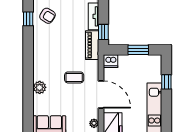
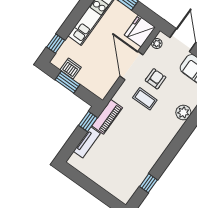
armchair: (47, 16) -> (156, 79), moved, turned 58
dishwasher: (111, 61) -> (71, 69), moved
window: (166, 82) -> (56, 44), moved

